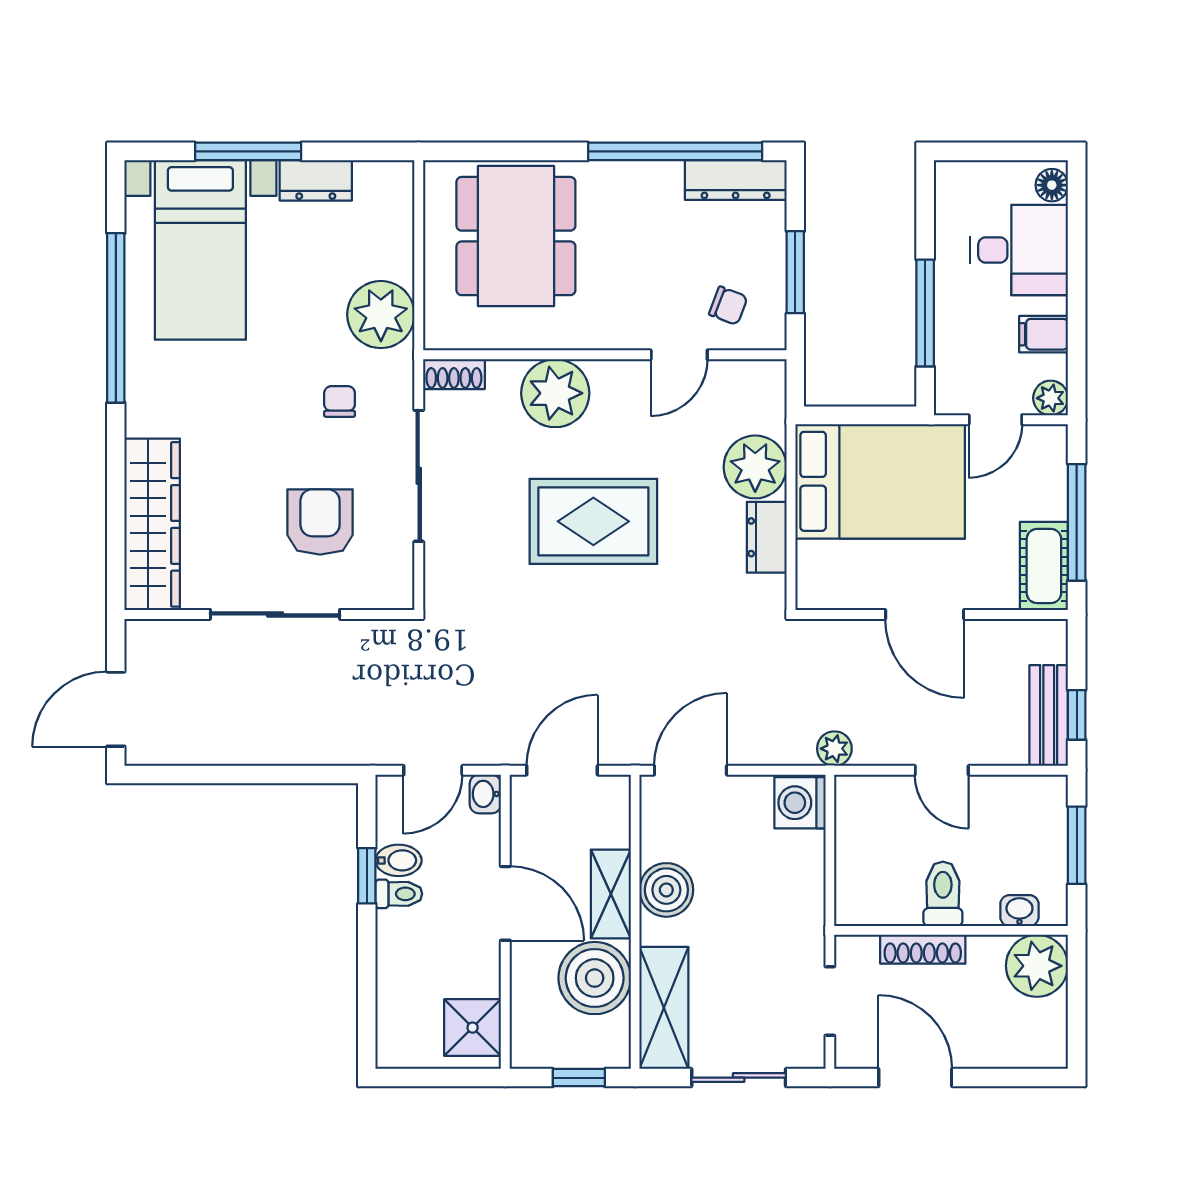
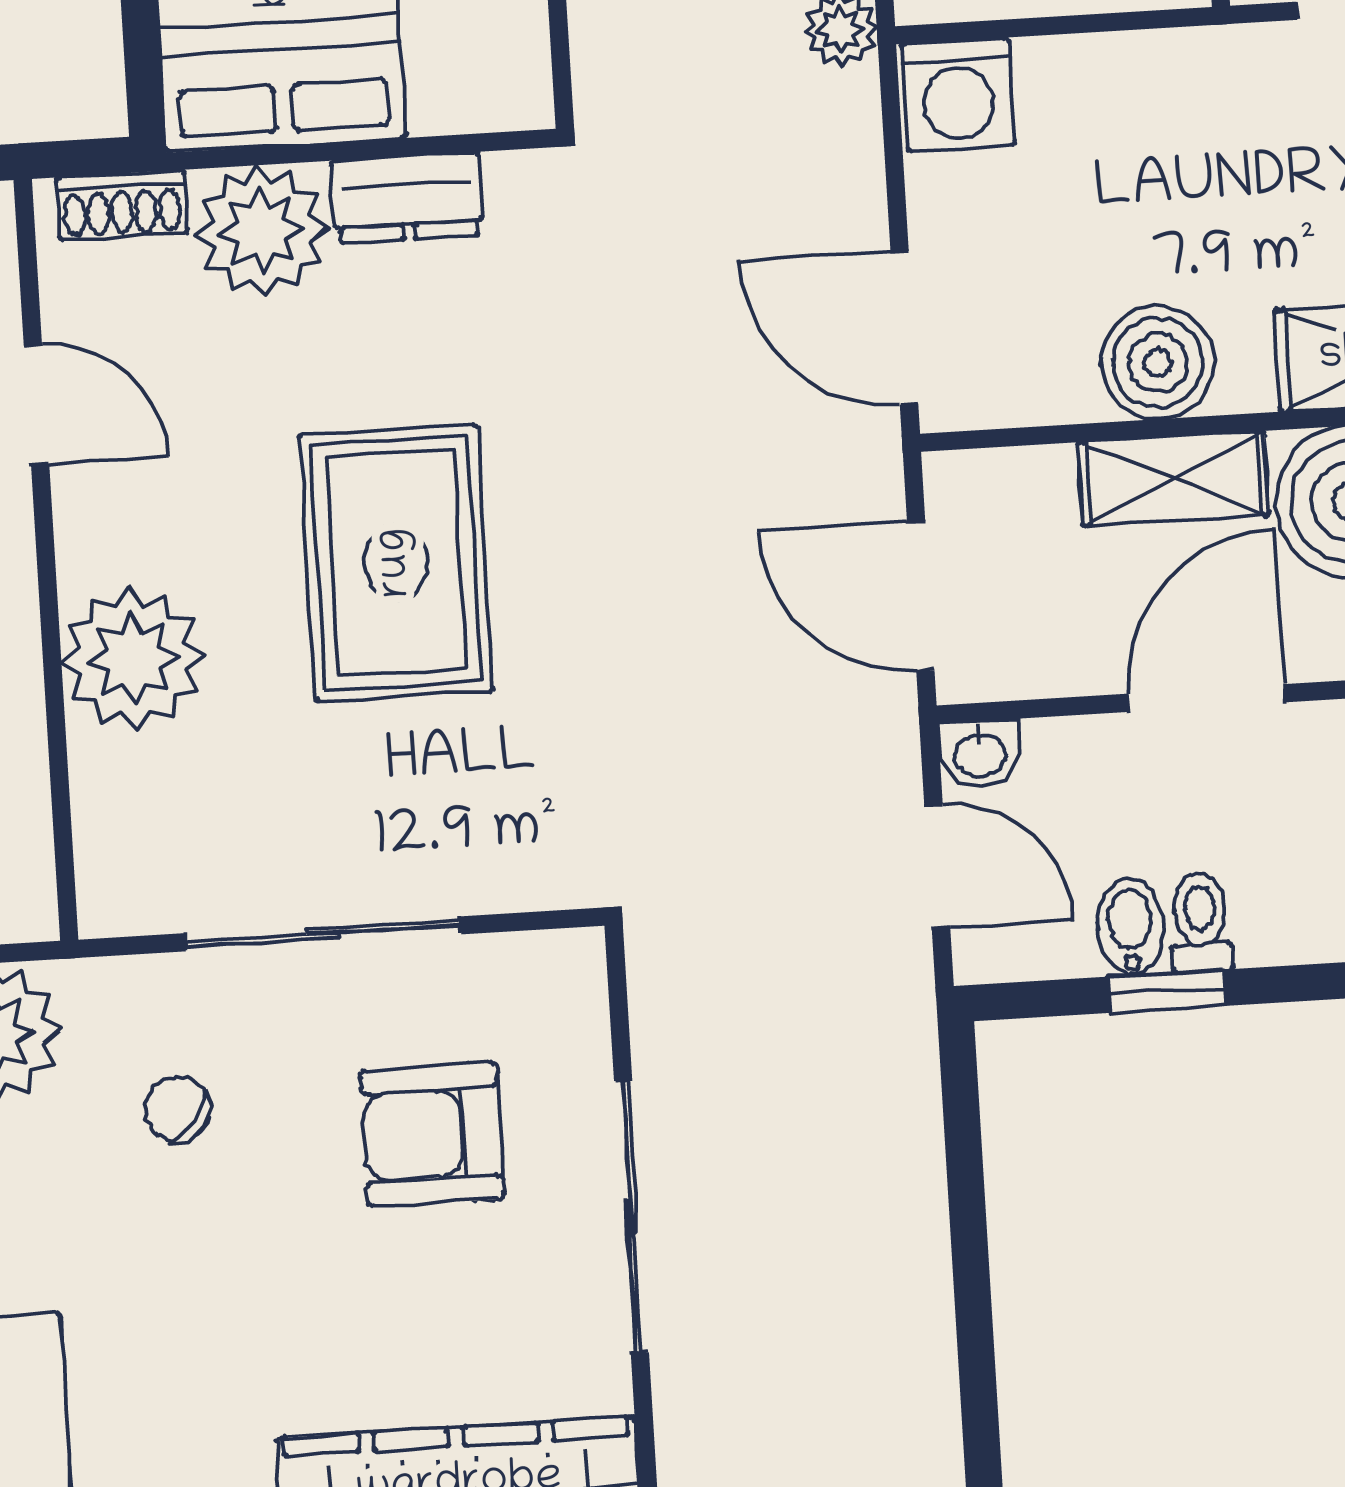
shoe rack: (454, 374) -> (122, 205), moved, turned 90
chair: (340, 401) -> (178, 1109), turned 38

